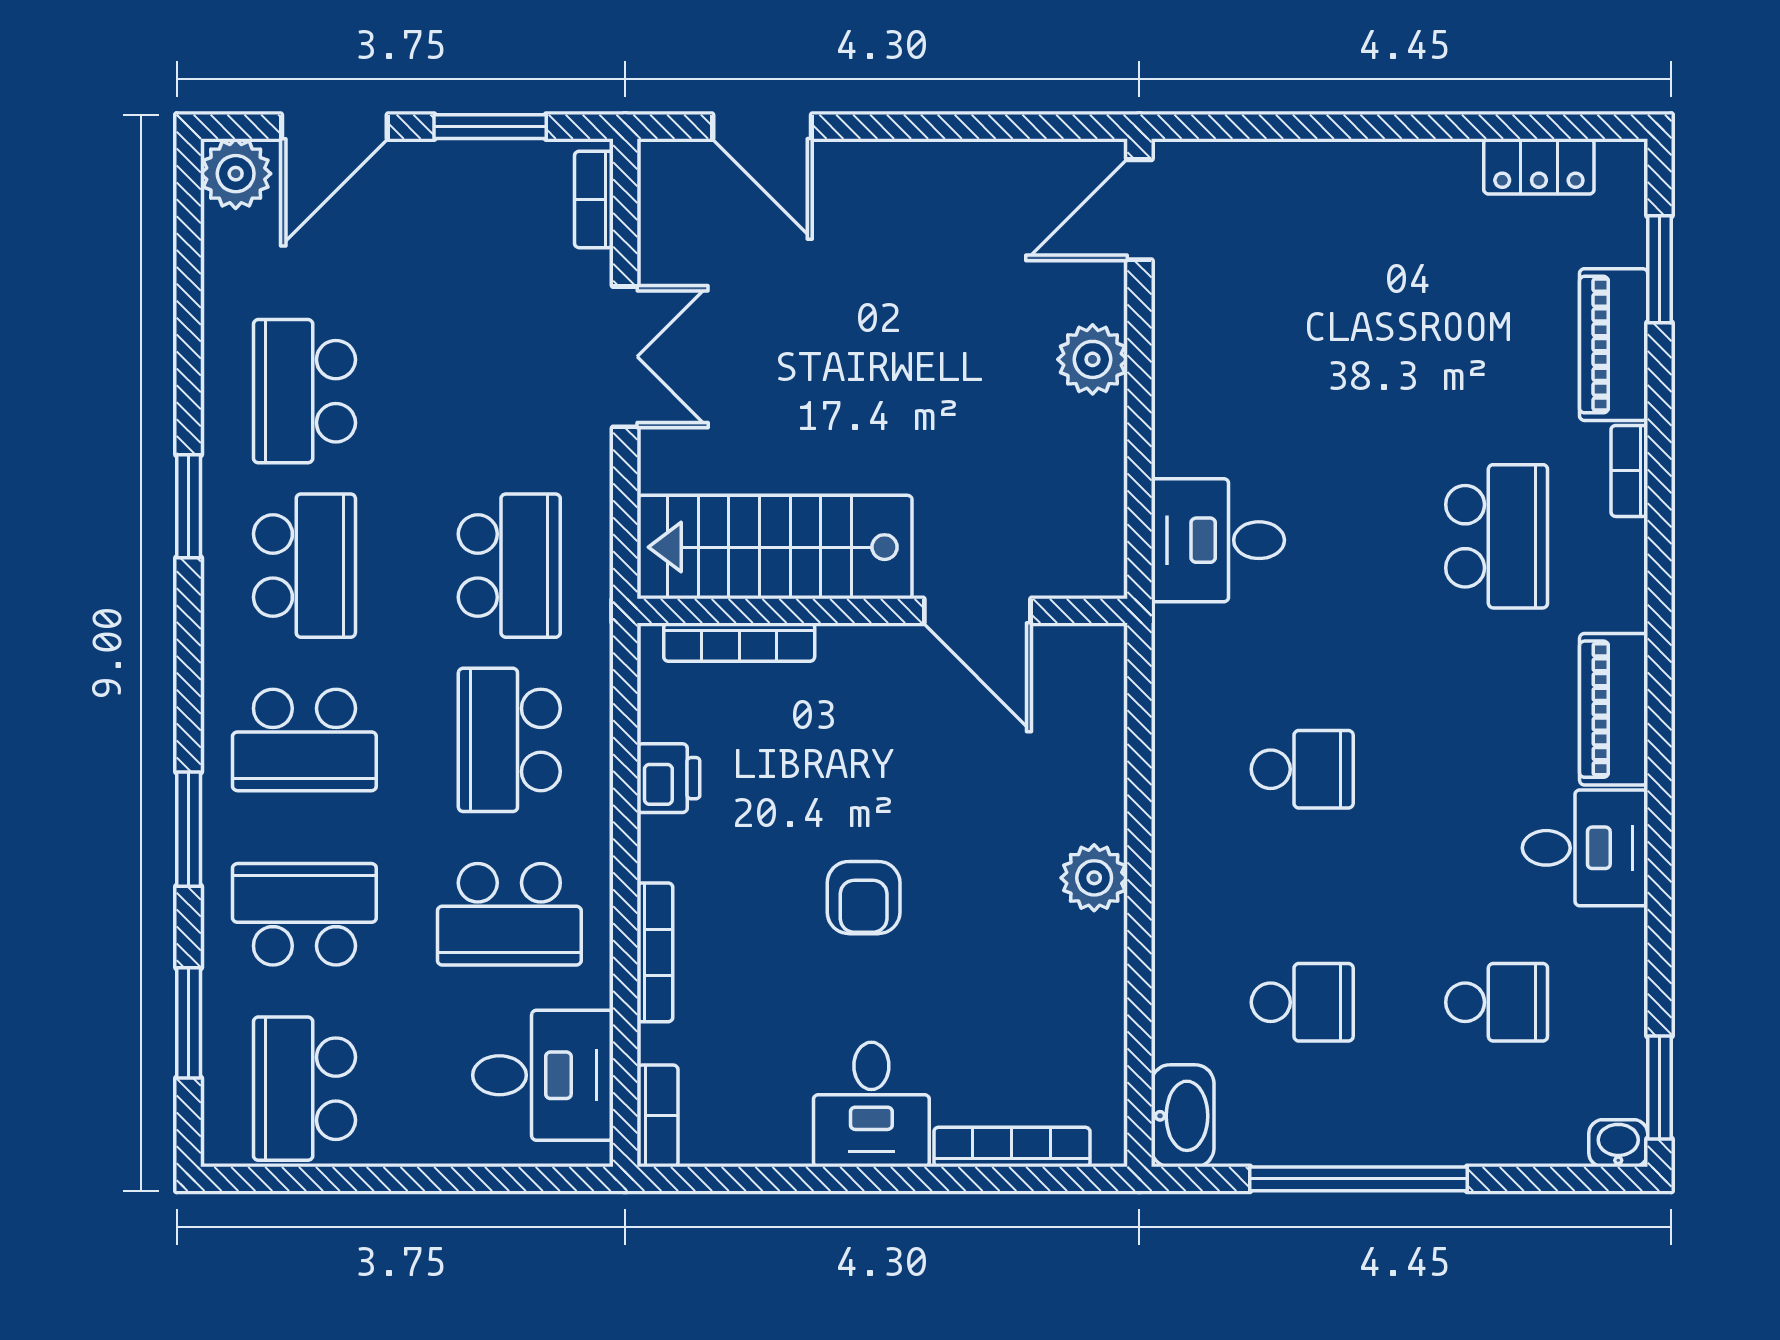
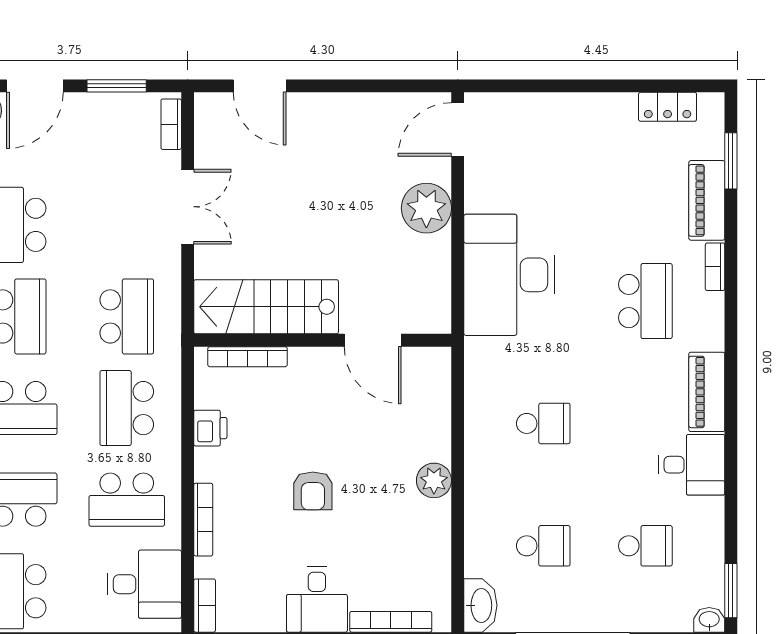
plant: (1093, 359) -> (426, 208), width x1.36, depth x1.36
desk: (1218, 540) -> (509, 275), width x1.87, depth x1.30

